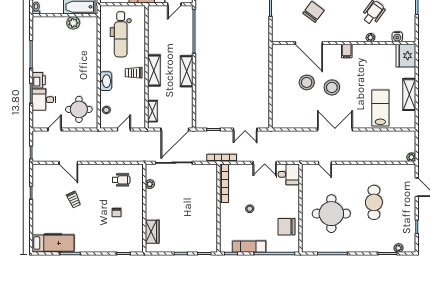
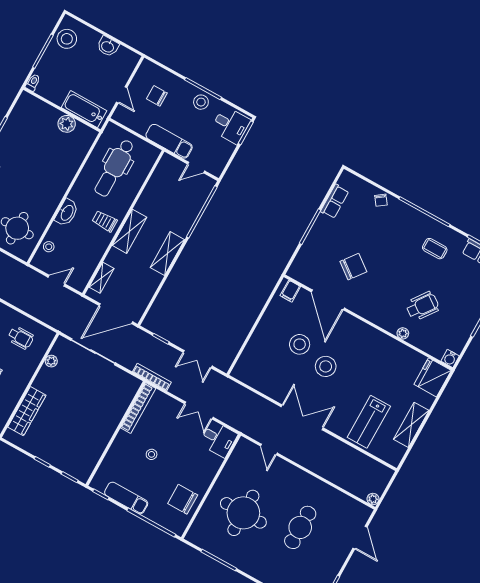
water cooler: (397, 37) -> (450, 358), moved
filing cabinet: (347, 51) -> (290, 291), moved
lab bench: (380, 108) -> (369, 422), turned 180
wardrobe: (152, 232) -> (27, 411), width x1.50

